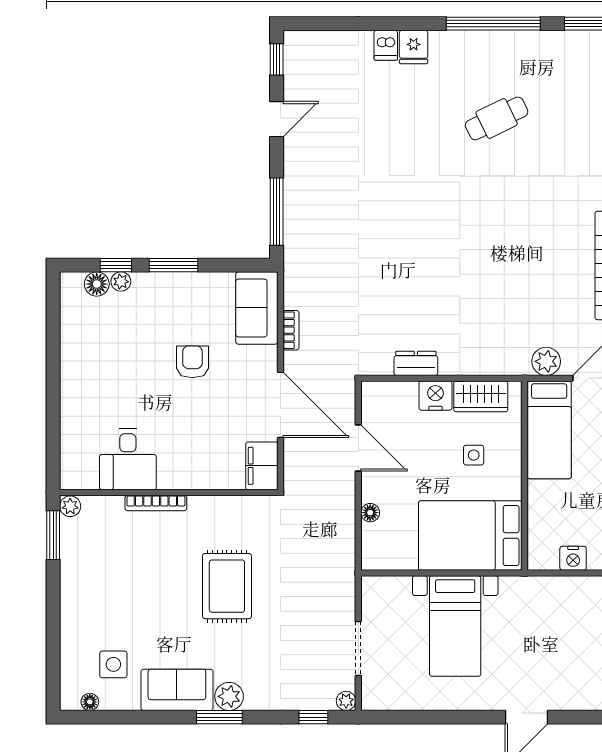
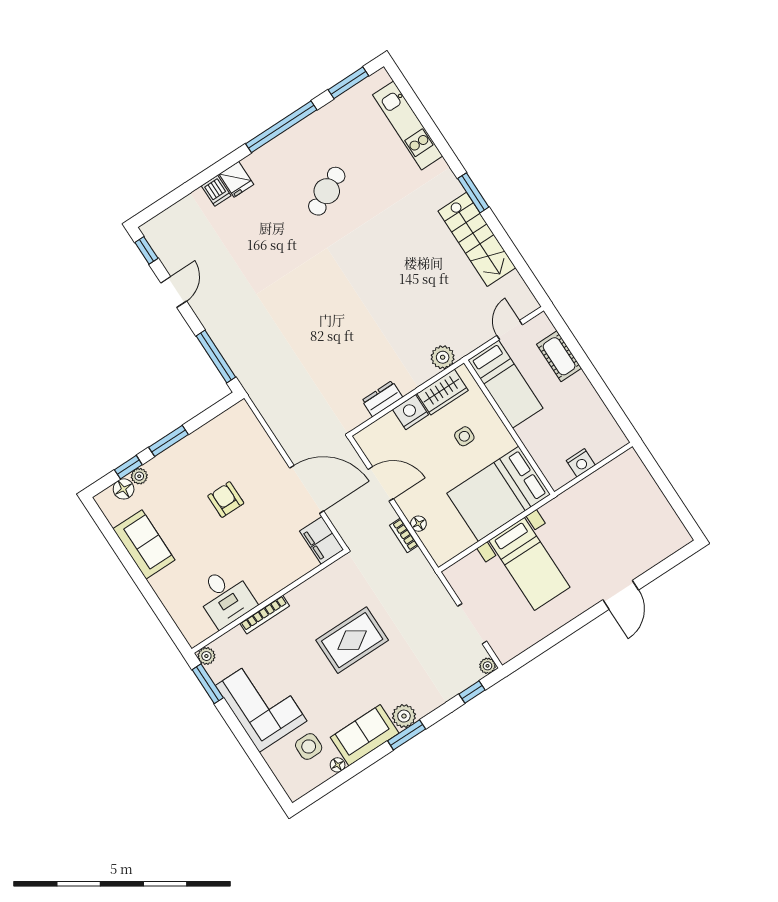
sofa: (257, 308) -> (144, 544), moved, turned 180
bookcase: (291, 330) -> (404, 535), moved, turned 180
plant: (546, 361) -> (443, 357), moved
rug: (227, 586) -> (352, 640), turned 90
corner sofa: (94, 590) -> (261, 703), added
floor lamp: (90, 702) -> (338, 765), moved

